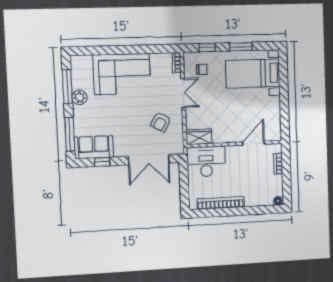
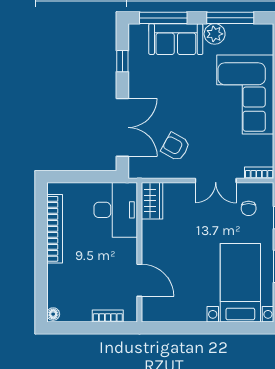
sofa: (94, 147) -> (176, 39), moved, turned 90
double door: (149, 160) -> (122, 127), swing flipped

